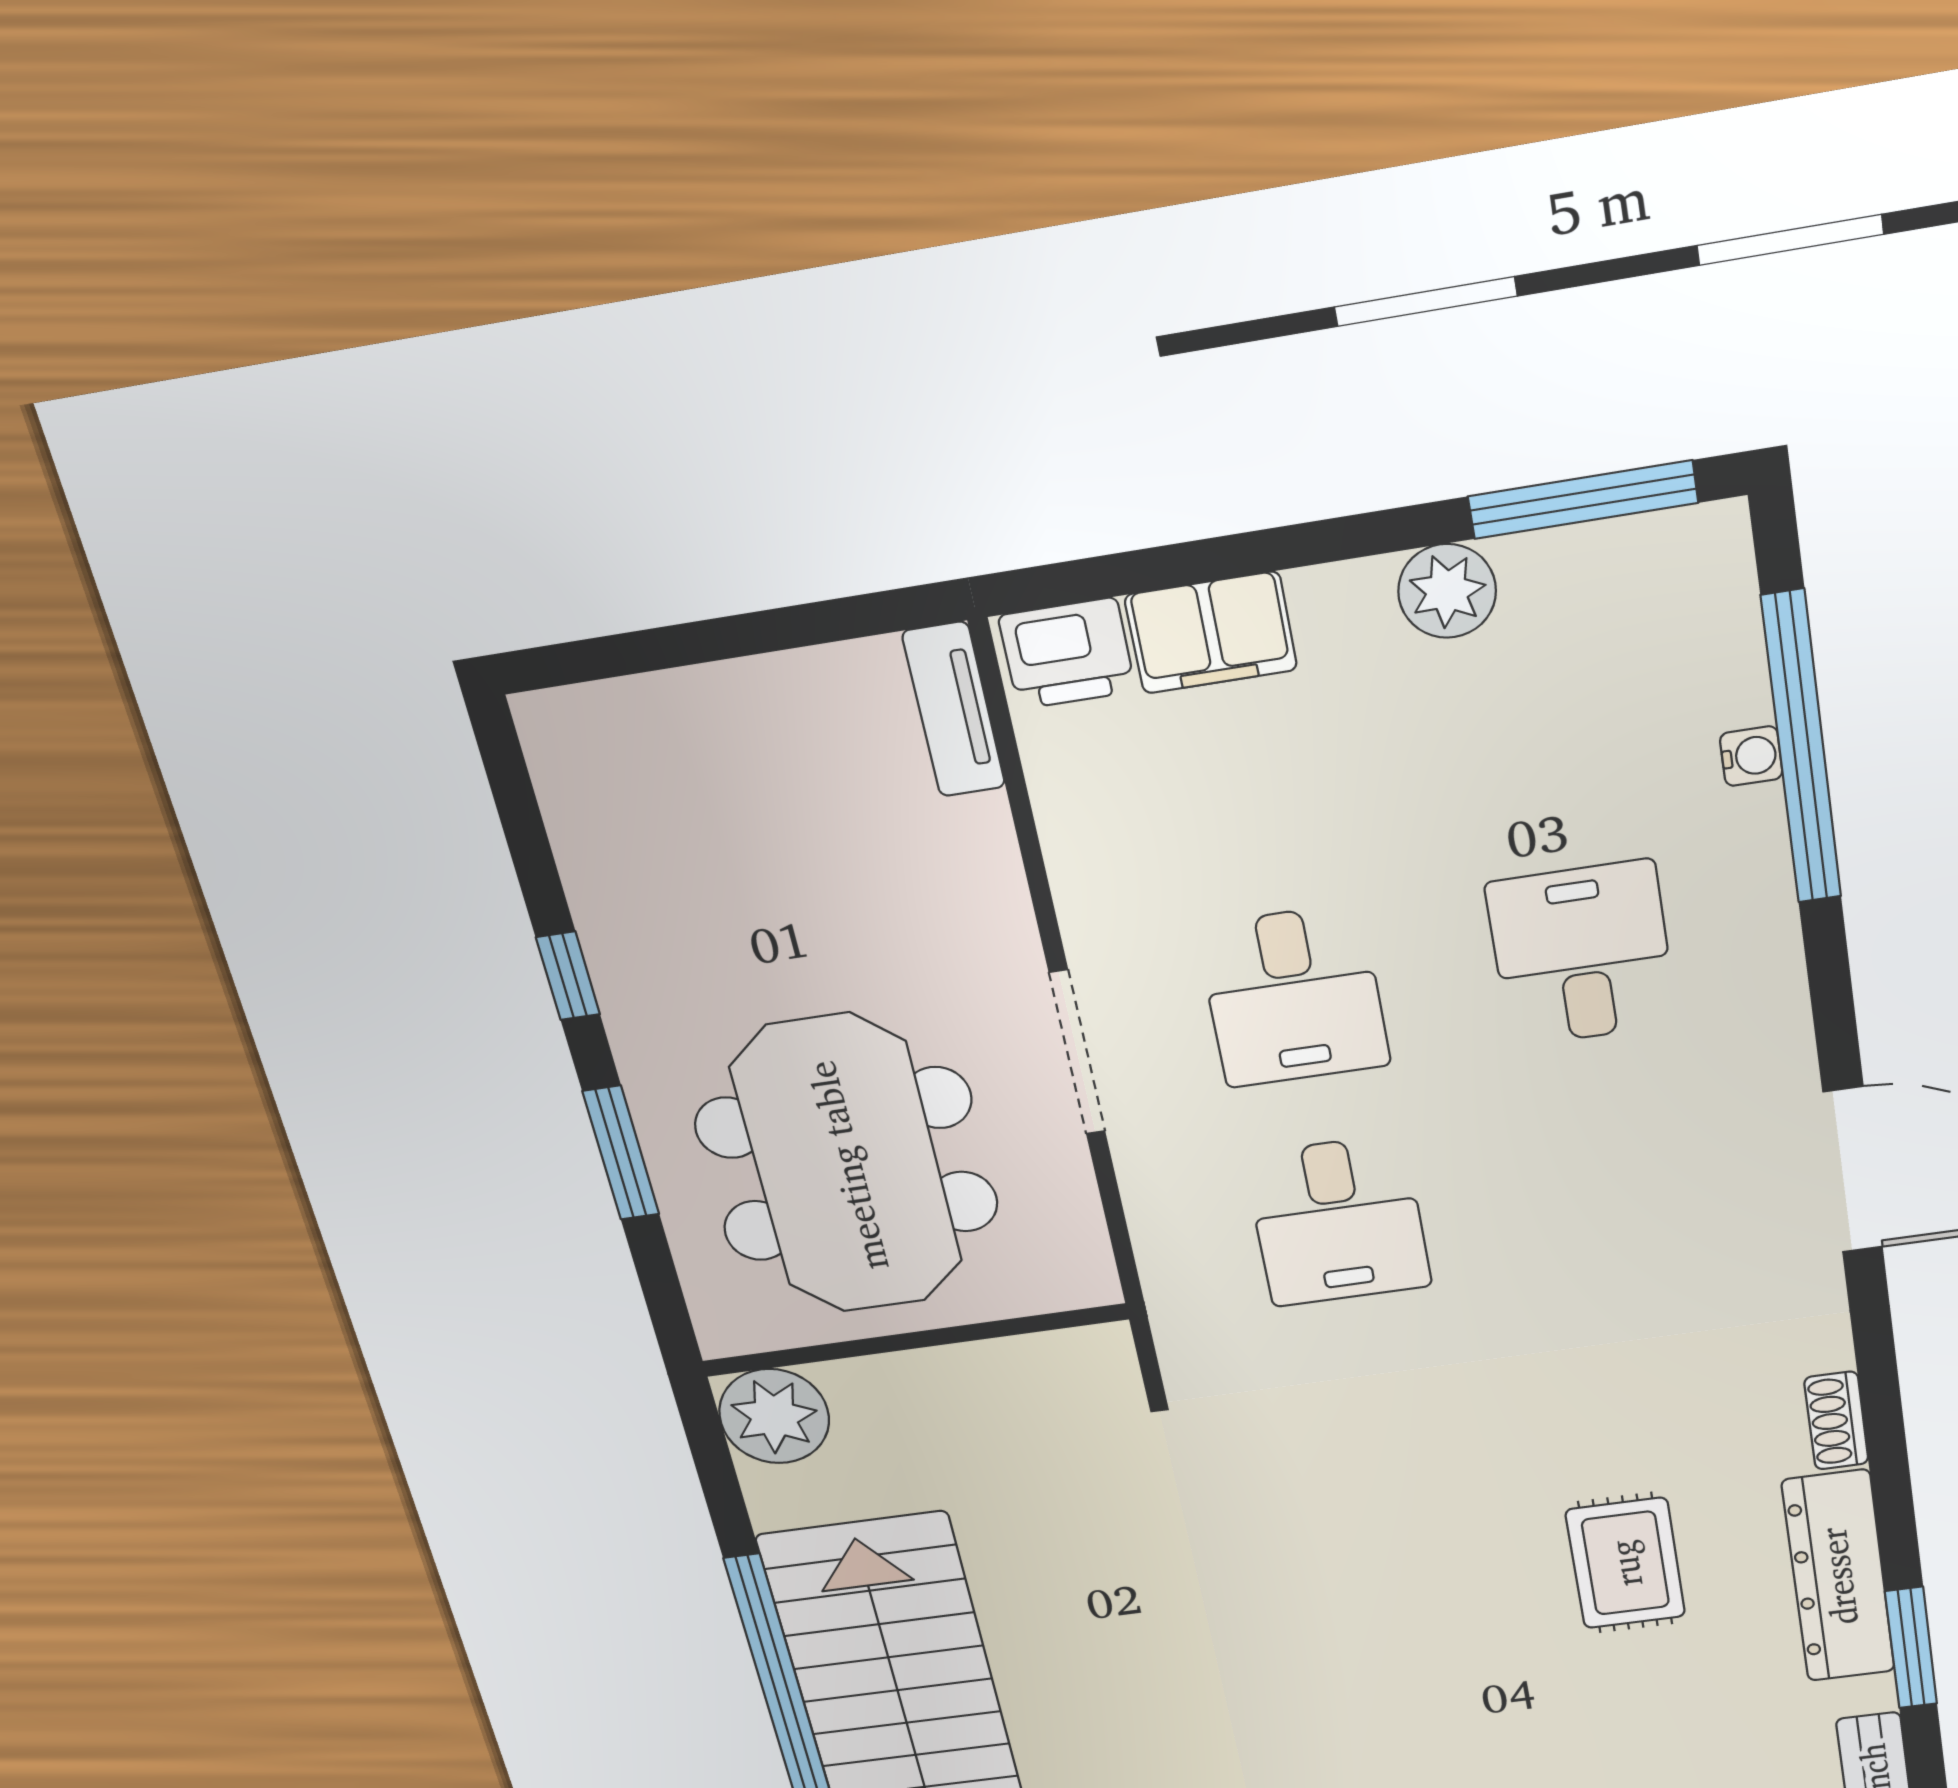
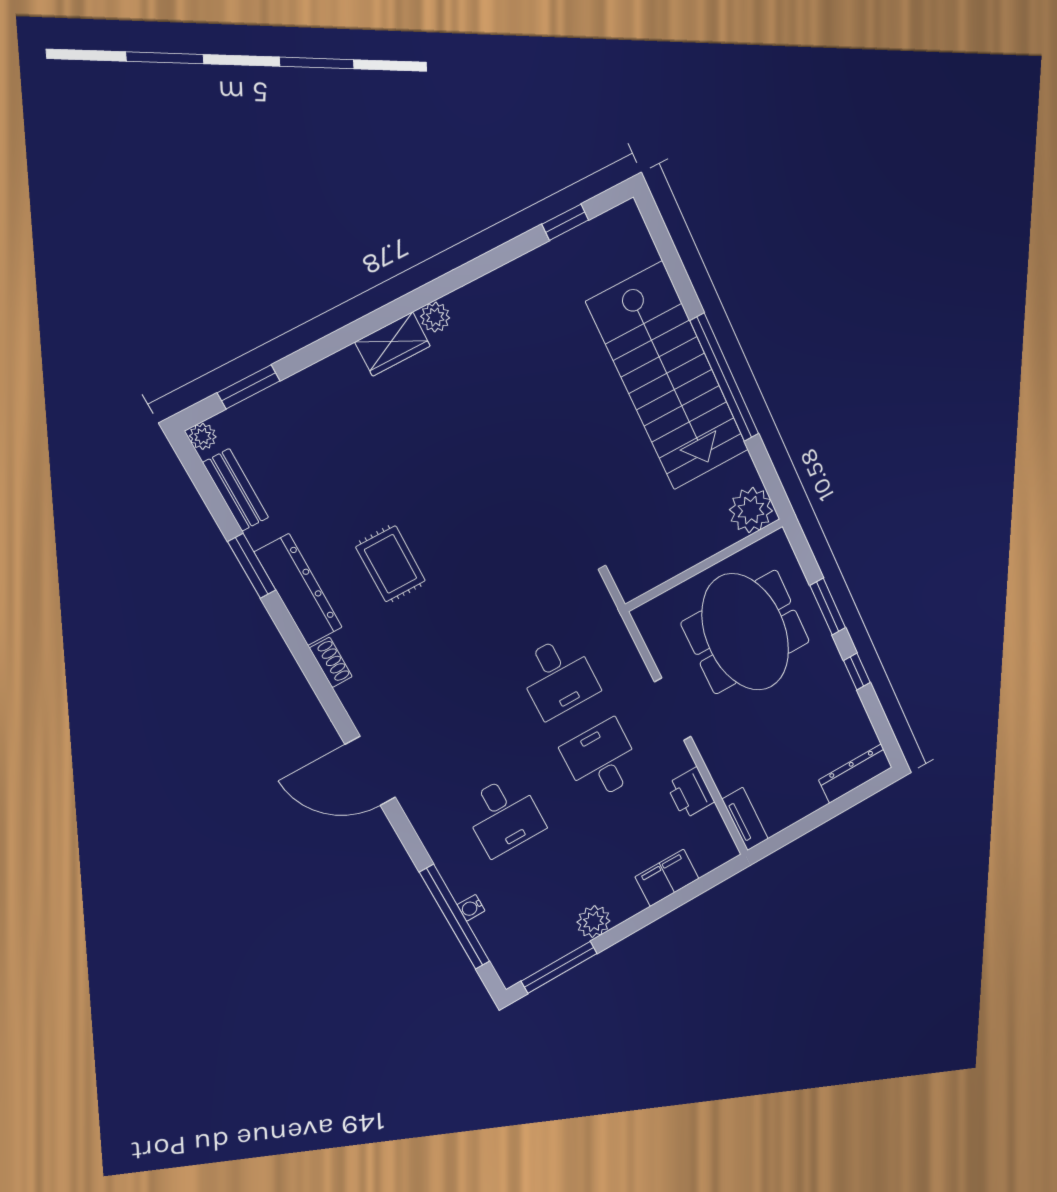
printer: (1067, 653) -> (690, 793), moved, turned -90
dresser: (615, 716) -> (855, 774), added
desk: (1338, 1221) -> (558, 677), turned 180

